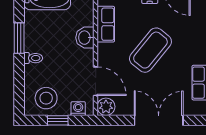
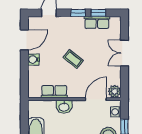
coffee table: (150, 50) -> (73, 59), width x0.54, depth x0.58
double door: (159, 120) -> (124, 53), width x0.73

